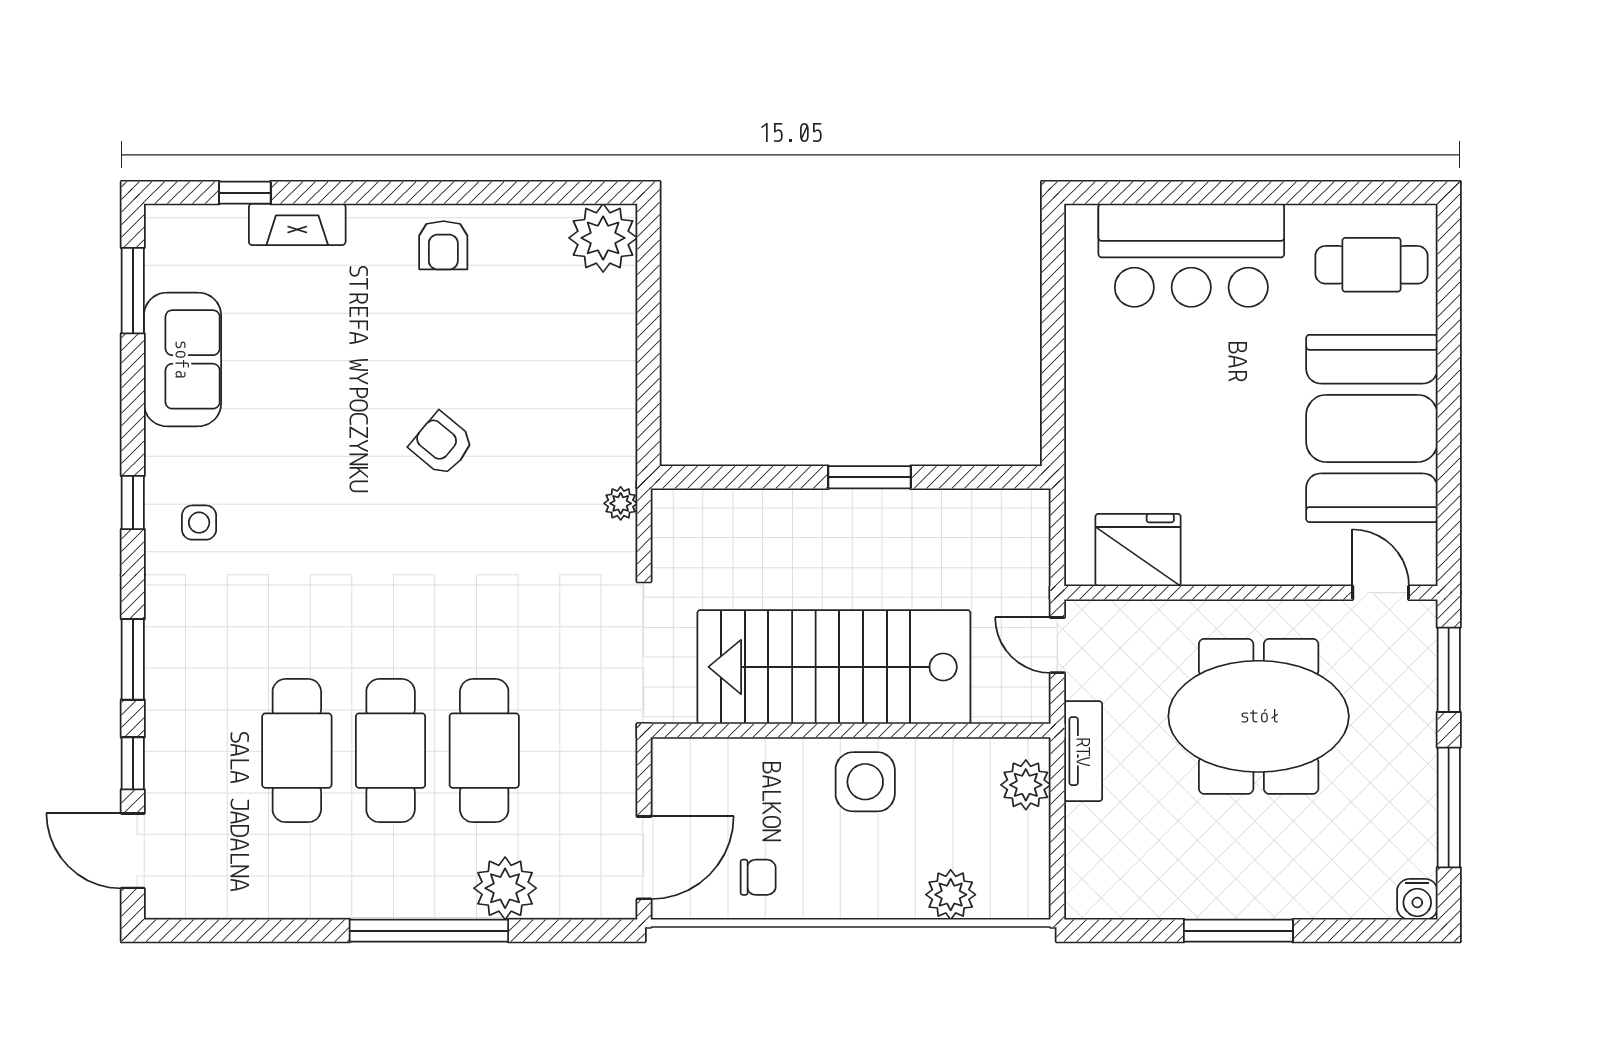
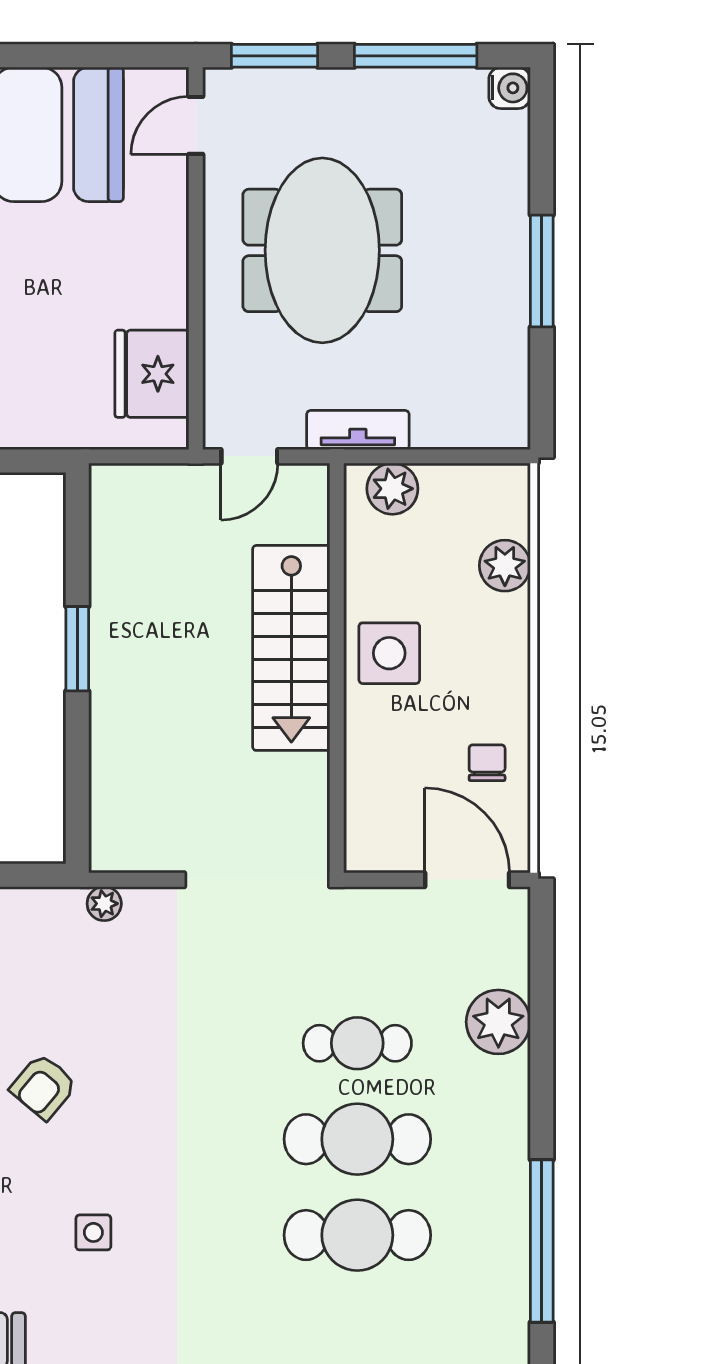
side table: (199, 523) -> (93, 1232), moved
stairs: (834, 667) -> (291, 648), width x0.73, depth x0.66
cafe table: (484, 751) -> (357, 1043), width x0.73, depth x0.74
window: (429, 931) -> (542, 1241), moved

